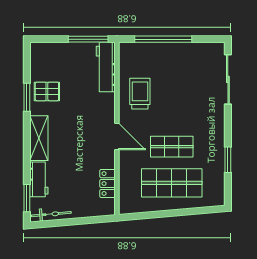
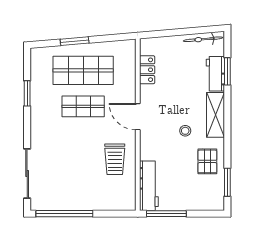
window: (163, 39) -> (64, 214), moved
pallet: (47, 91) -> (207, 161), turned 90
window: (27, 97) -> (227, 182), moved
stool: (69, 122) -> (185, 131), added
window: (27, 198) -> (227, 71), moved
window: (180, 212) -> (75, 41), added

